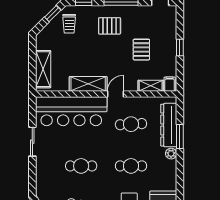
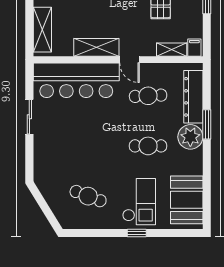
door: (116, 94) -> (129, 60), swing flipped
window: (180, 137) -> (207, 124), moved
plant: (171, 154) -> (190, 137), width x1.87, depth x1.87
cafe table: (81, 166) -> (88, 146), removed

